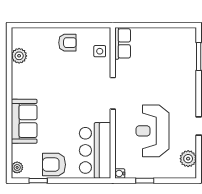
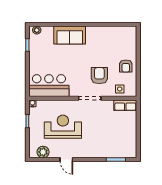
plant: (19, 56) -> (116, 31), removed
armchair: (54, 165) -> (99, 76), moved

